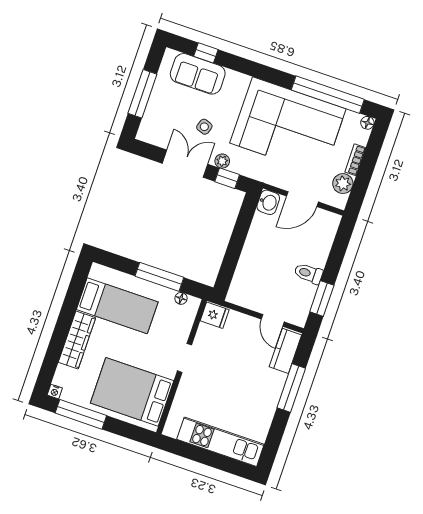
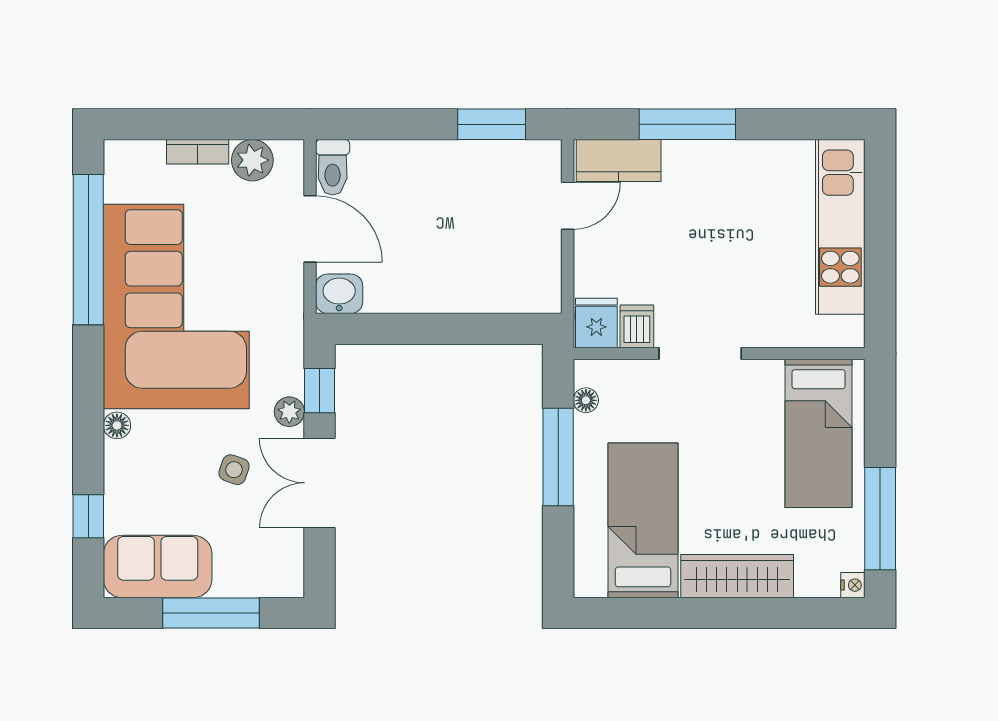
sofa: (198, 74) -> (158, 567), moved, turned -90
floor lamp: (367, 123) -> (117, 425), moved
toilet: (308, 273) -> (333, 167), moved
dishwasher: (207, 333) -> (637, 326), added
doorway: (185, 358) -> (700, 353), width x1.38
bed: (132, 392) -> (819, 433), width x0.67

